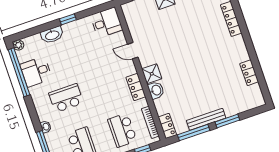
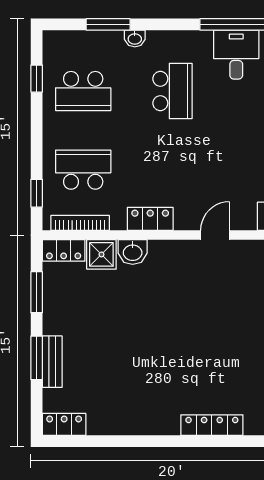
locker: (249, 73) -> (64, 424), moved
shower: (152, 74) -> (101, 254), moved
bench: (206, 119) -> (52, 362), moved, width x0.73
window: (194, 133) -> (37, 292), width x0.69

